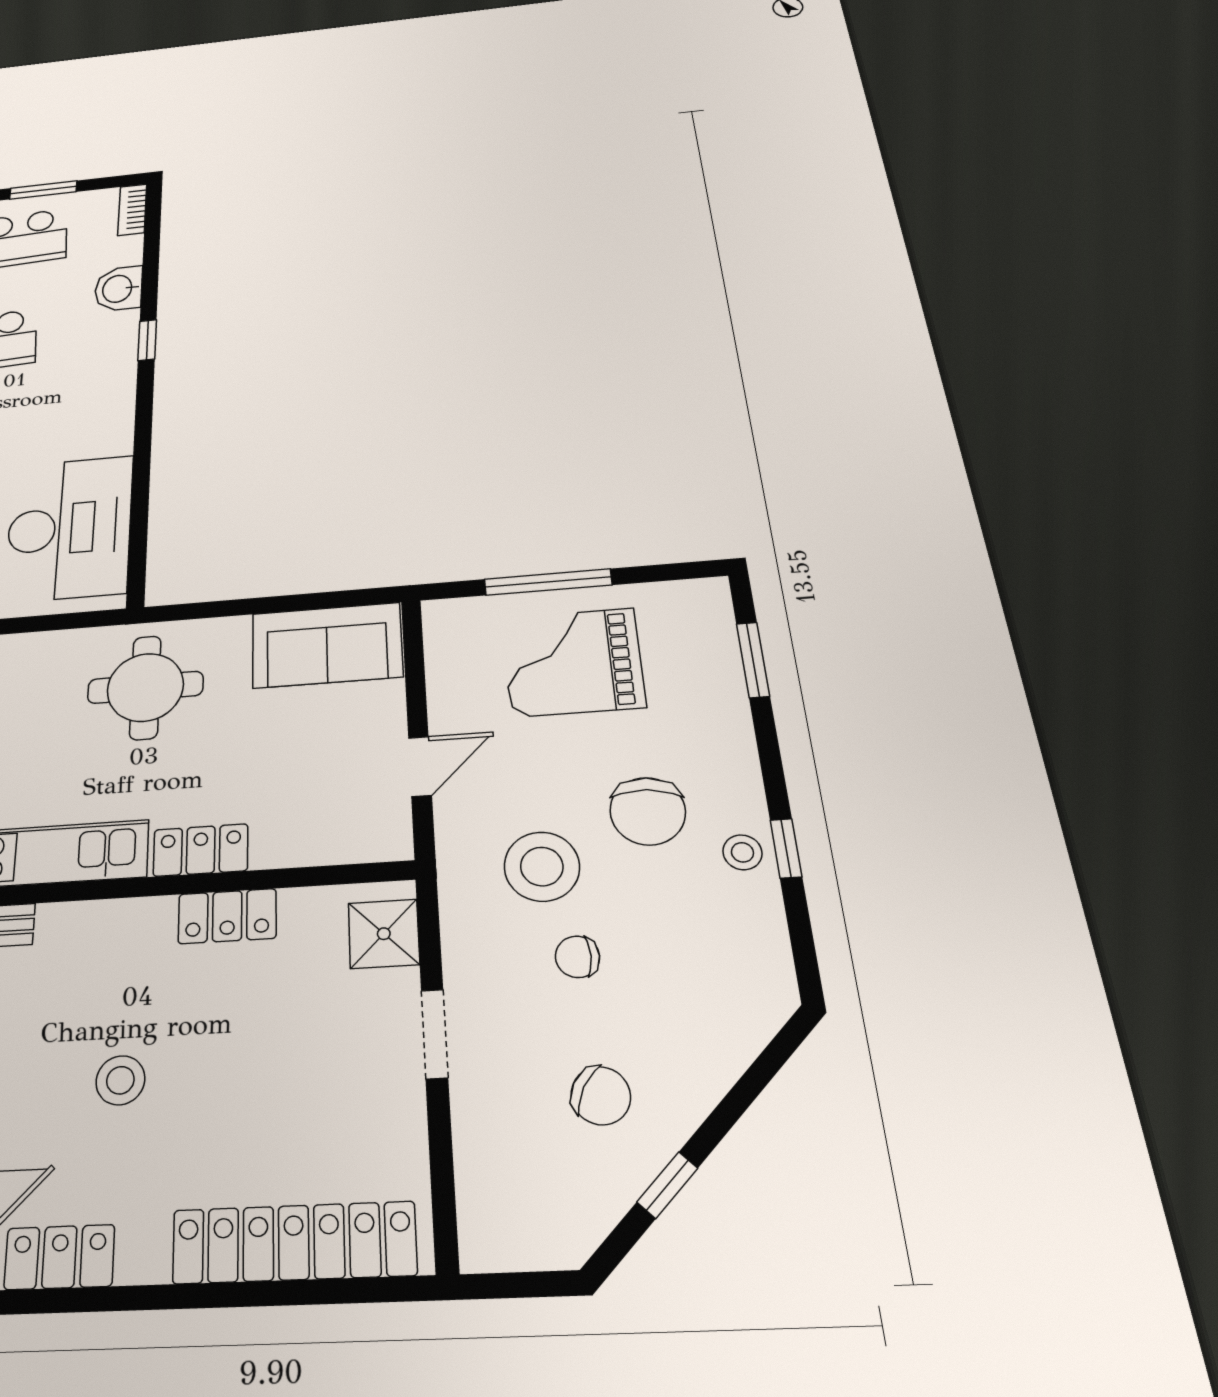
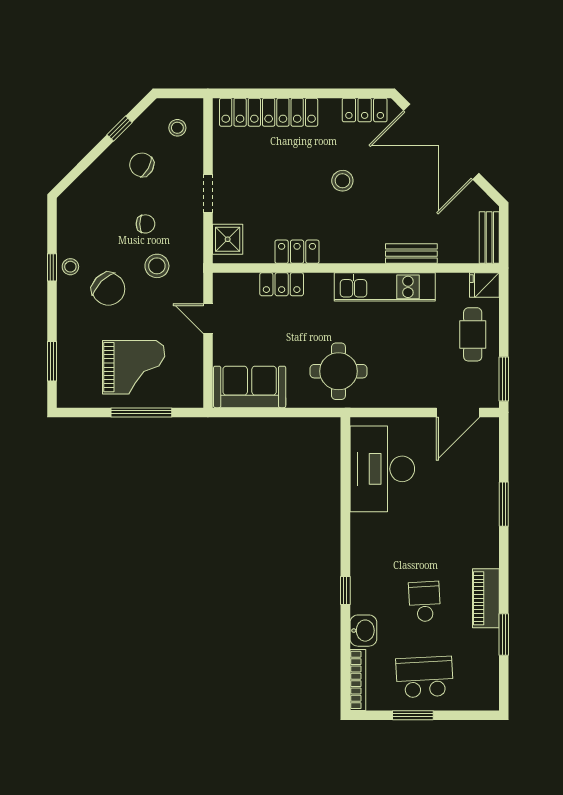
bookcase: (132, 210) -> (358, 680), width x1.56
door: (420, 766) -> (208, 319), hinge flipped
chair: (648, 811) -> (108, 289), turned 131
locker: (201, 850) -> (282, 284), moved
stool: (542, 867) -> (157, 266), width x0.73, depth x0.73
stool: (520, 1193) -> (177, 128), added

